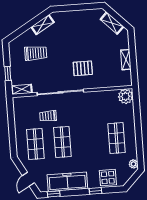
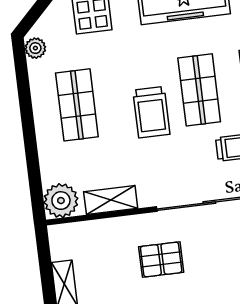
shelving: (104, 96) -> (111, 200), added
trolley: (84, 133) -> (151, 112), added

